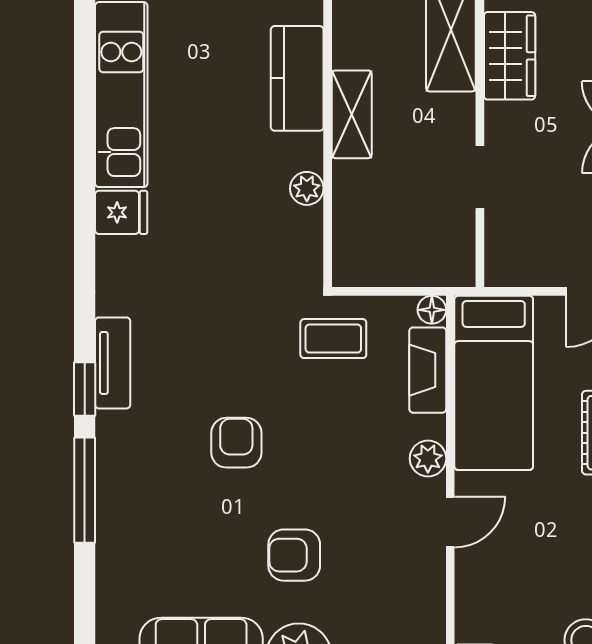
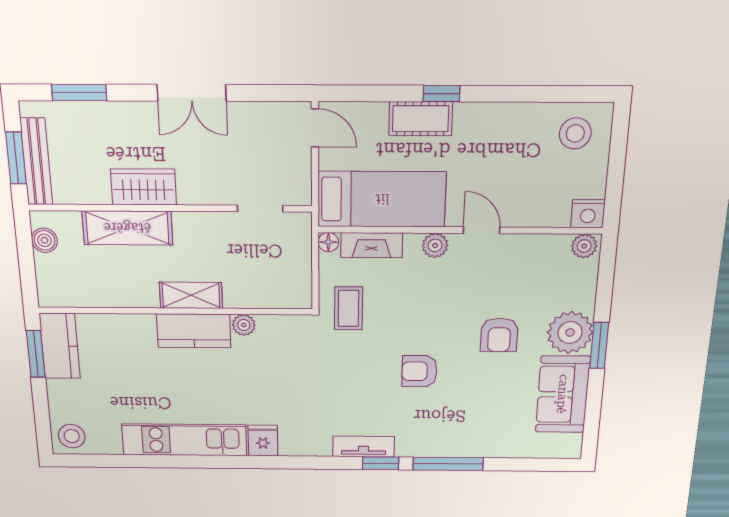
kitchen counter: (297, 78) -> (194, 331), moved
doorway: (480, 177) -> (260, 208), moved

